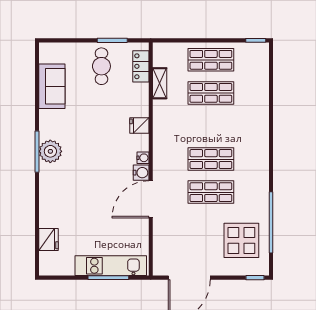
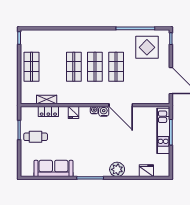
locker: (141, 66) -> (48, 112), moved
sofa: (52, 86) -> (54, 168), width x1.36
shop shelf: (211, 93) -> (74, 67), moved
plant: (50, 151) -> (117, 169), moved

